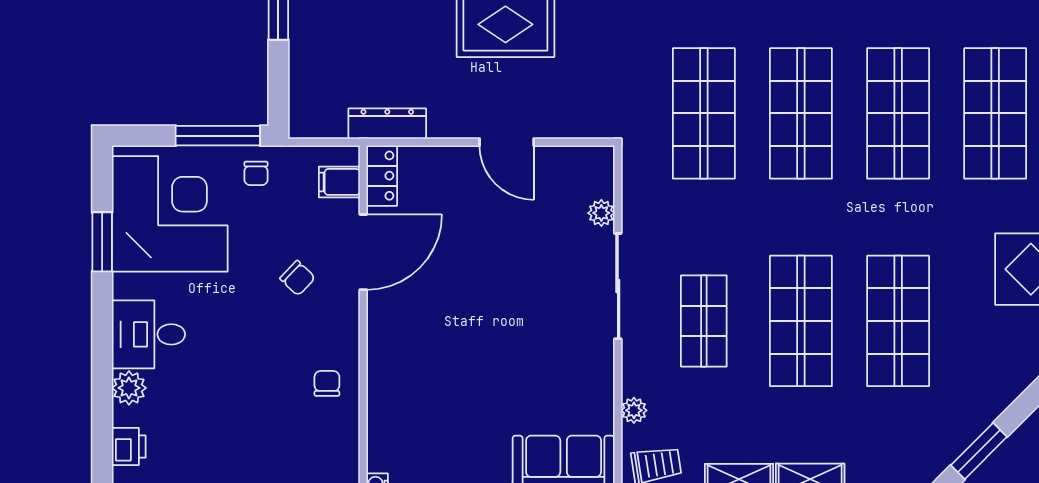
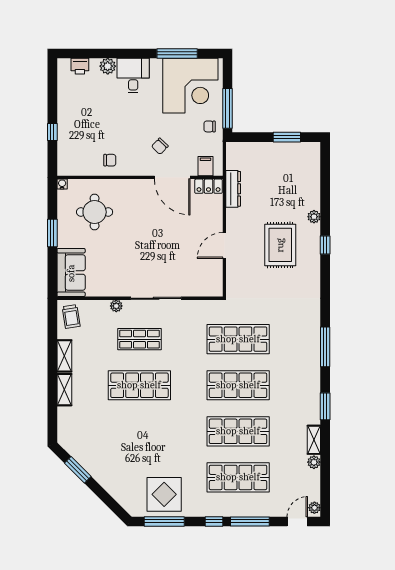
plant: (601, 213) -> (191, 290), removed
window: (102, 242) -> (177, 53), width x1.44
shop shelf: (898, 321) -> (139, 431), removed
plant: (634, 410) -> (116, 306), moved
round table: (436, 416) -> (95, 212), added

